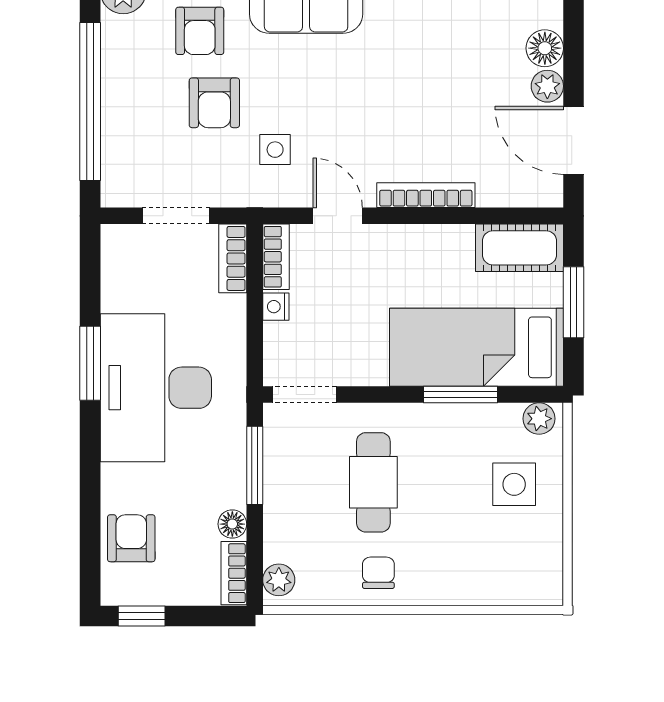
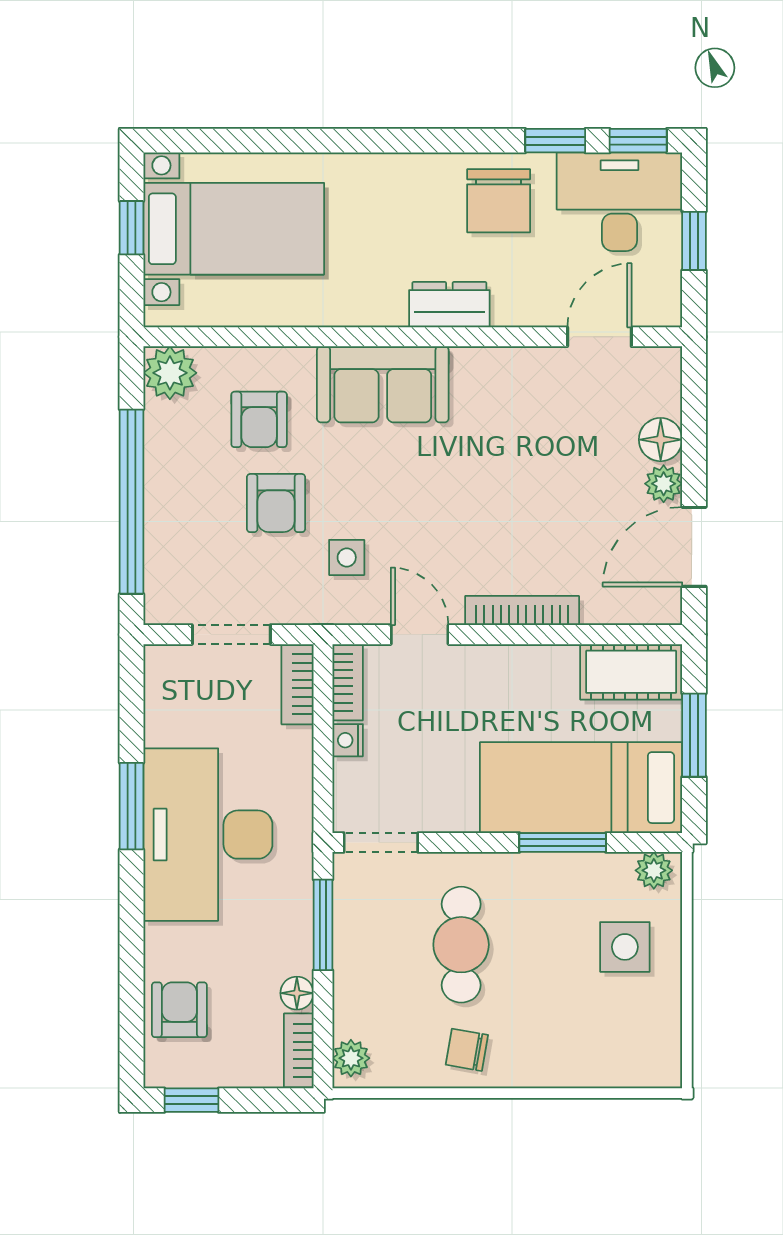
door: (574, 140) -> (694, 547), hinge flipped
chair: (378, 573) -> (467, 1050), turned -80

